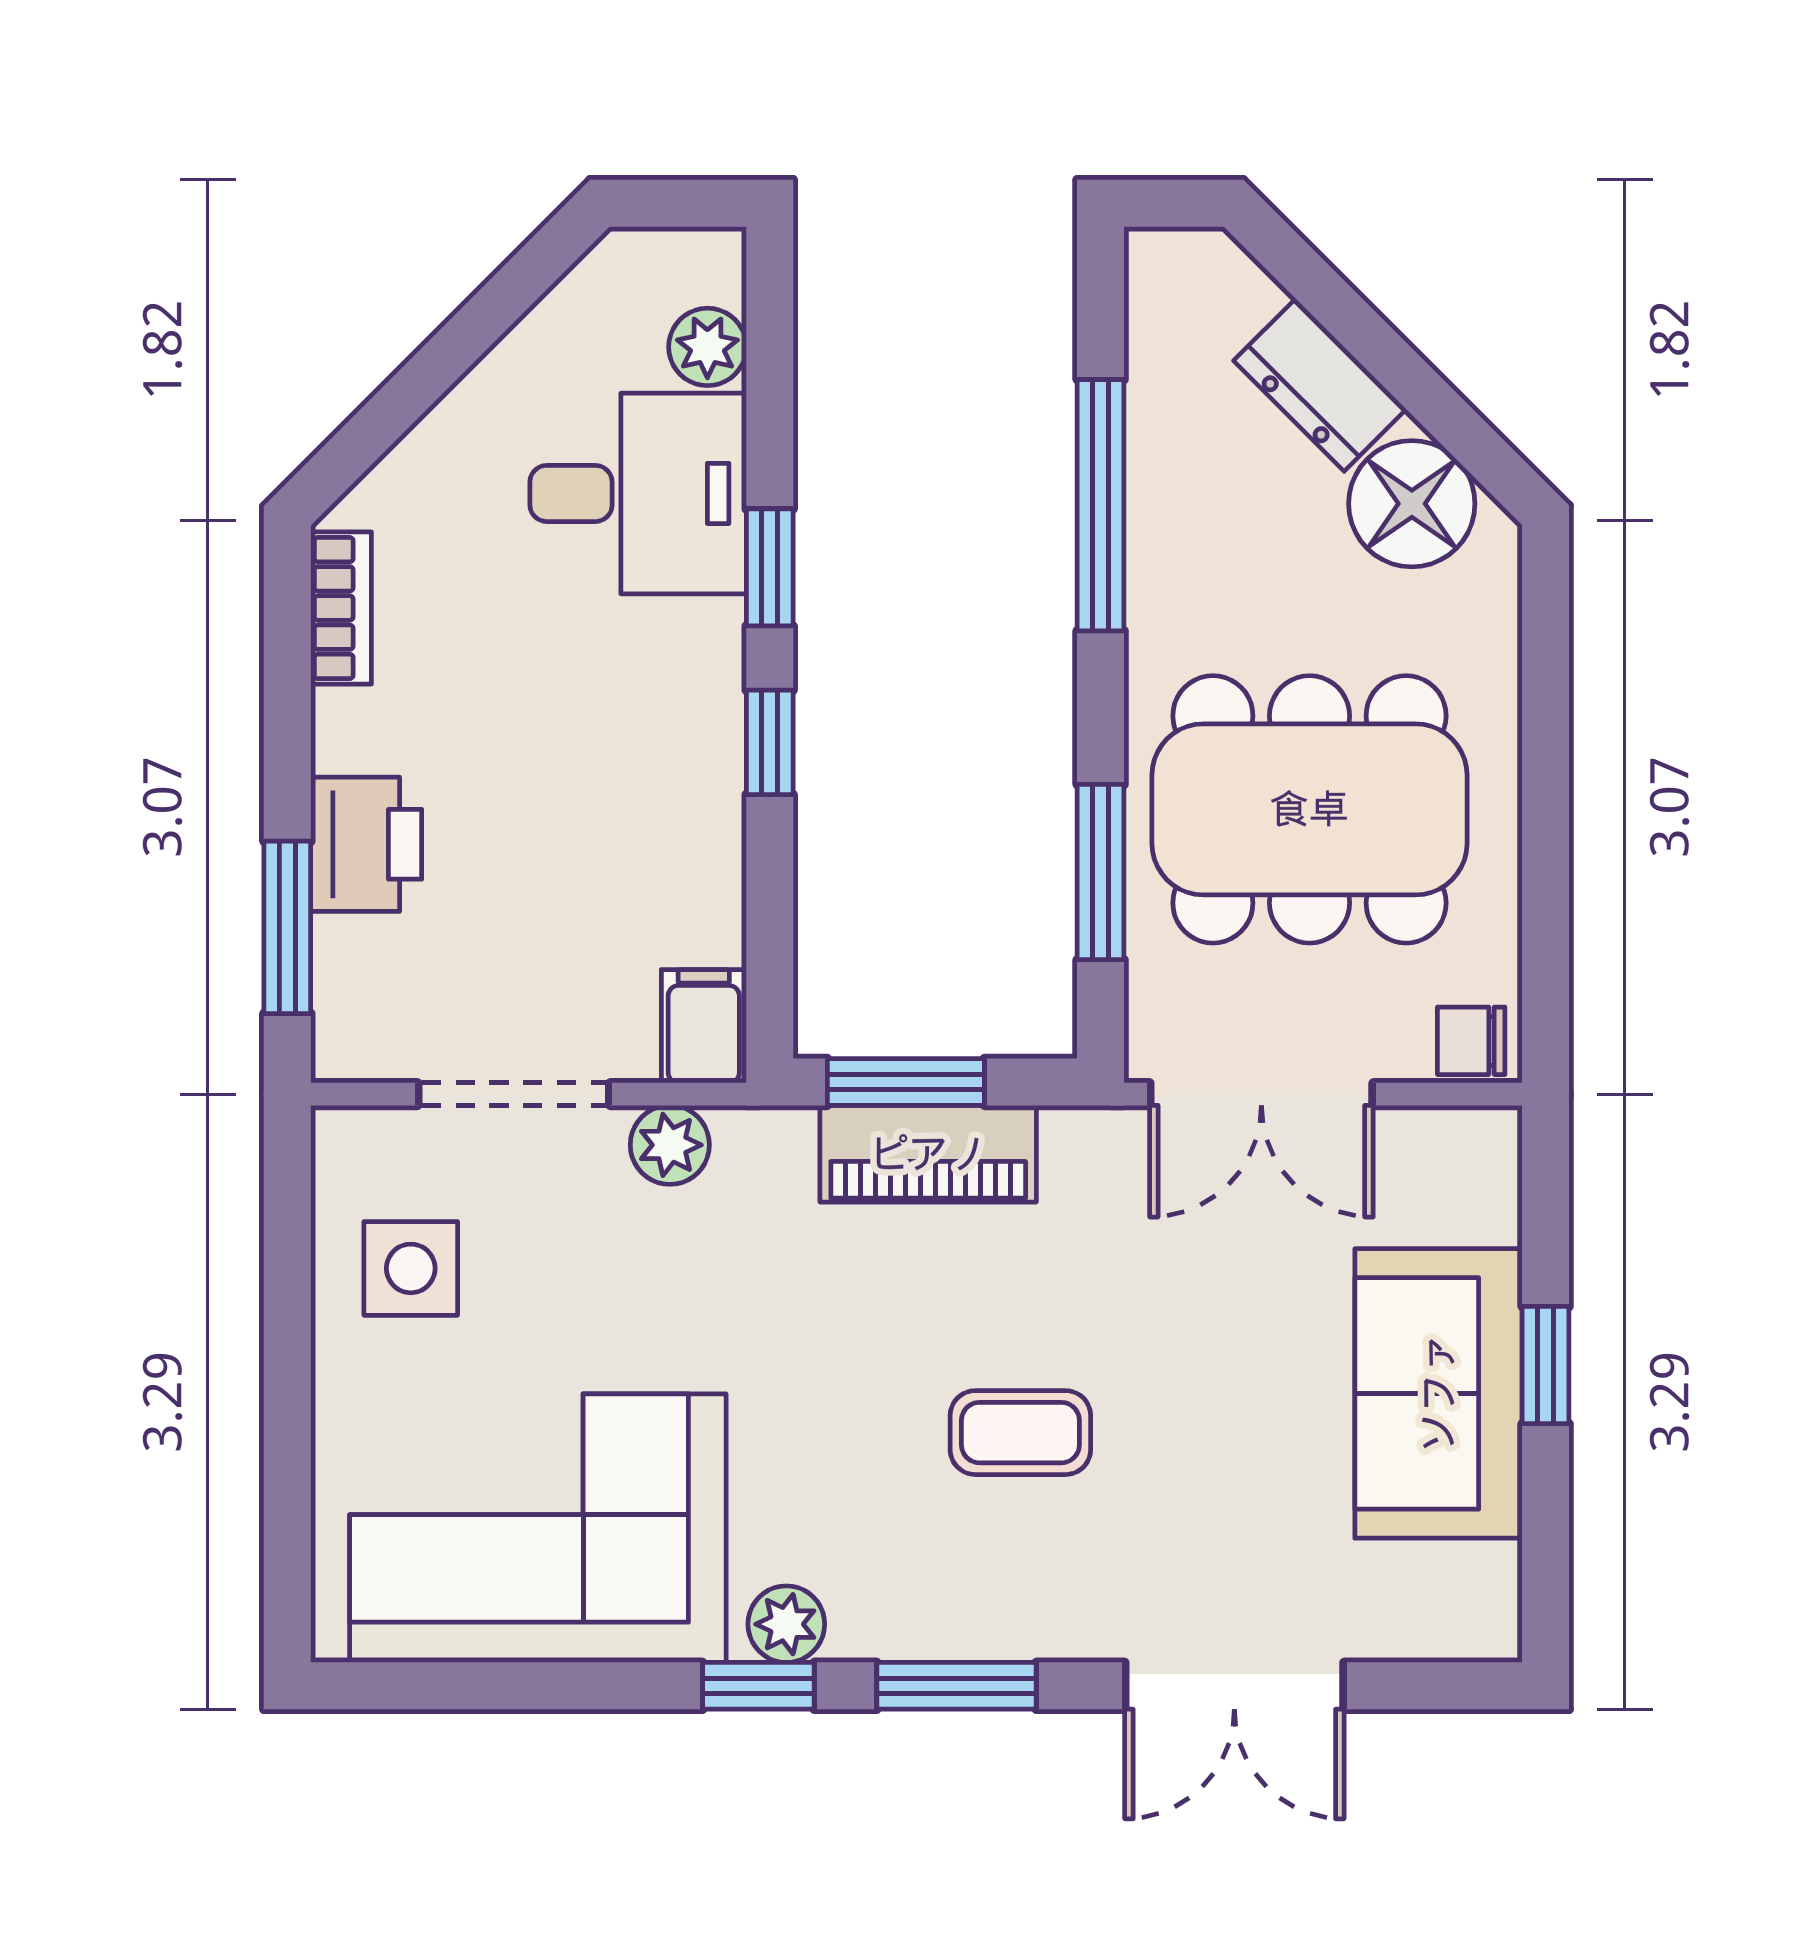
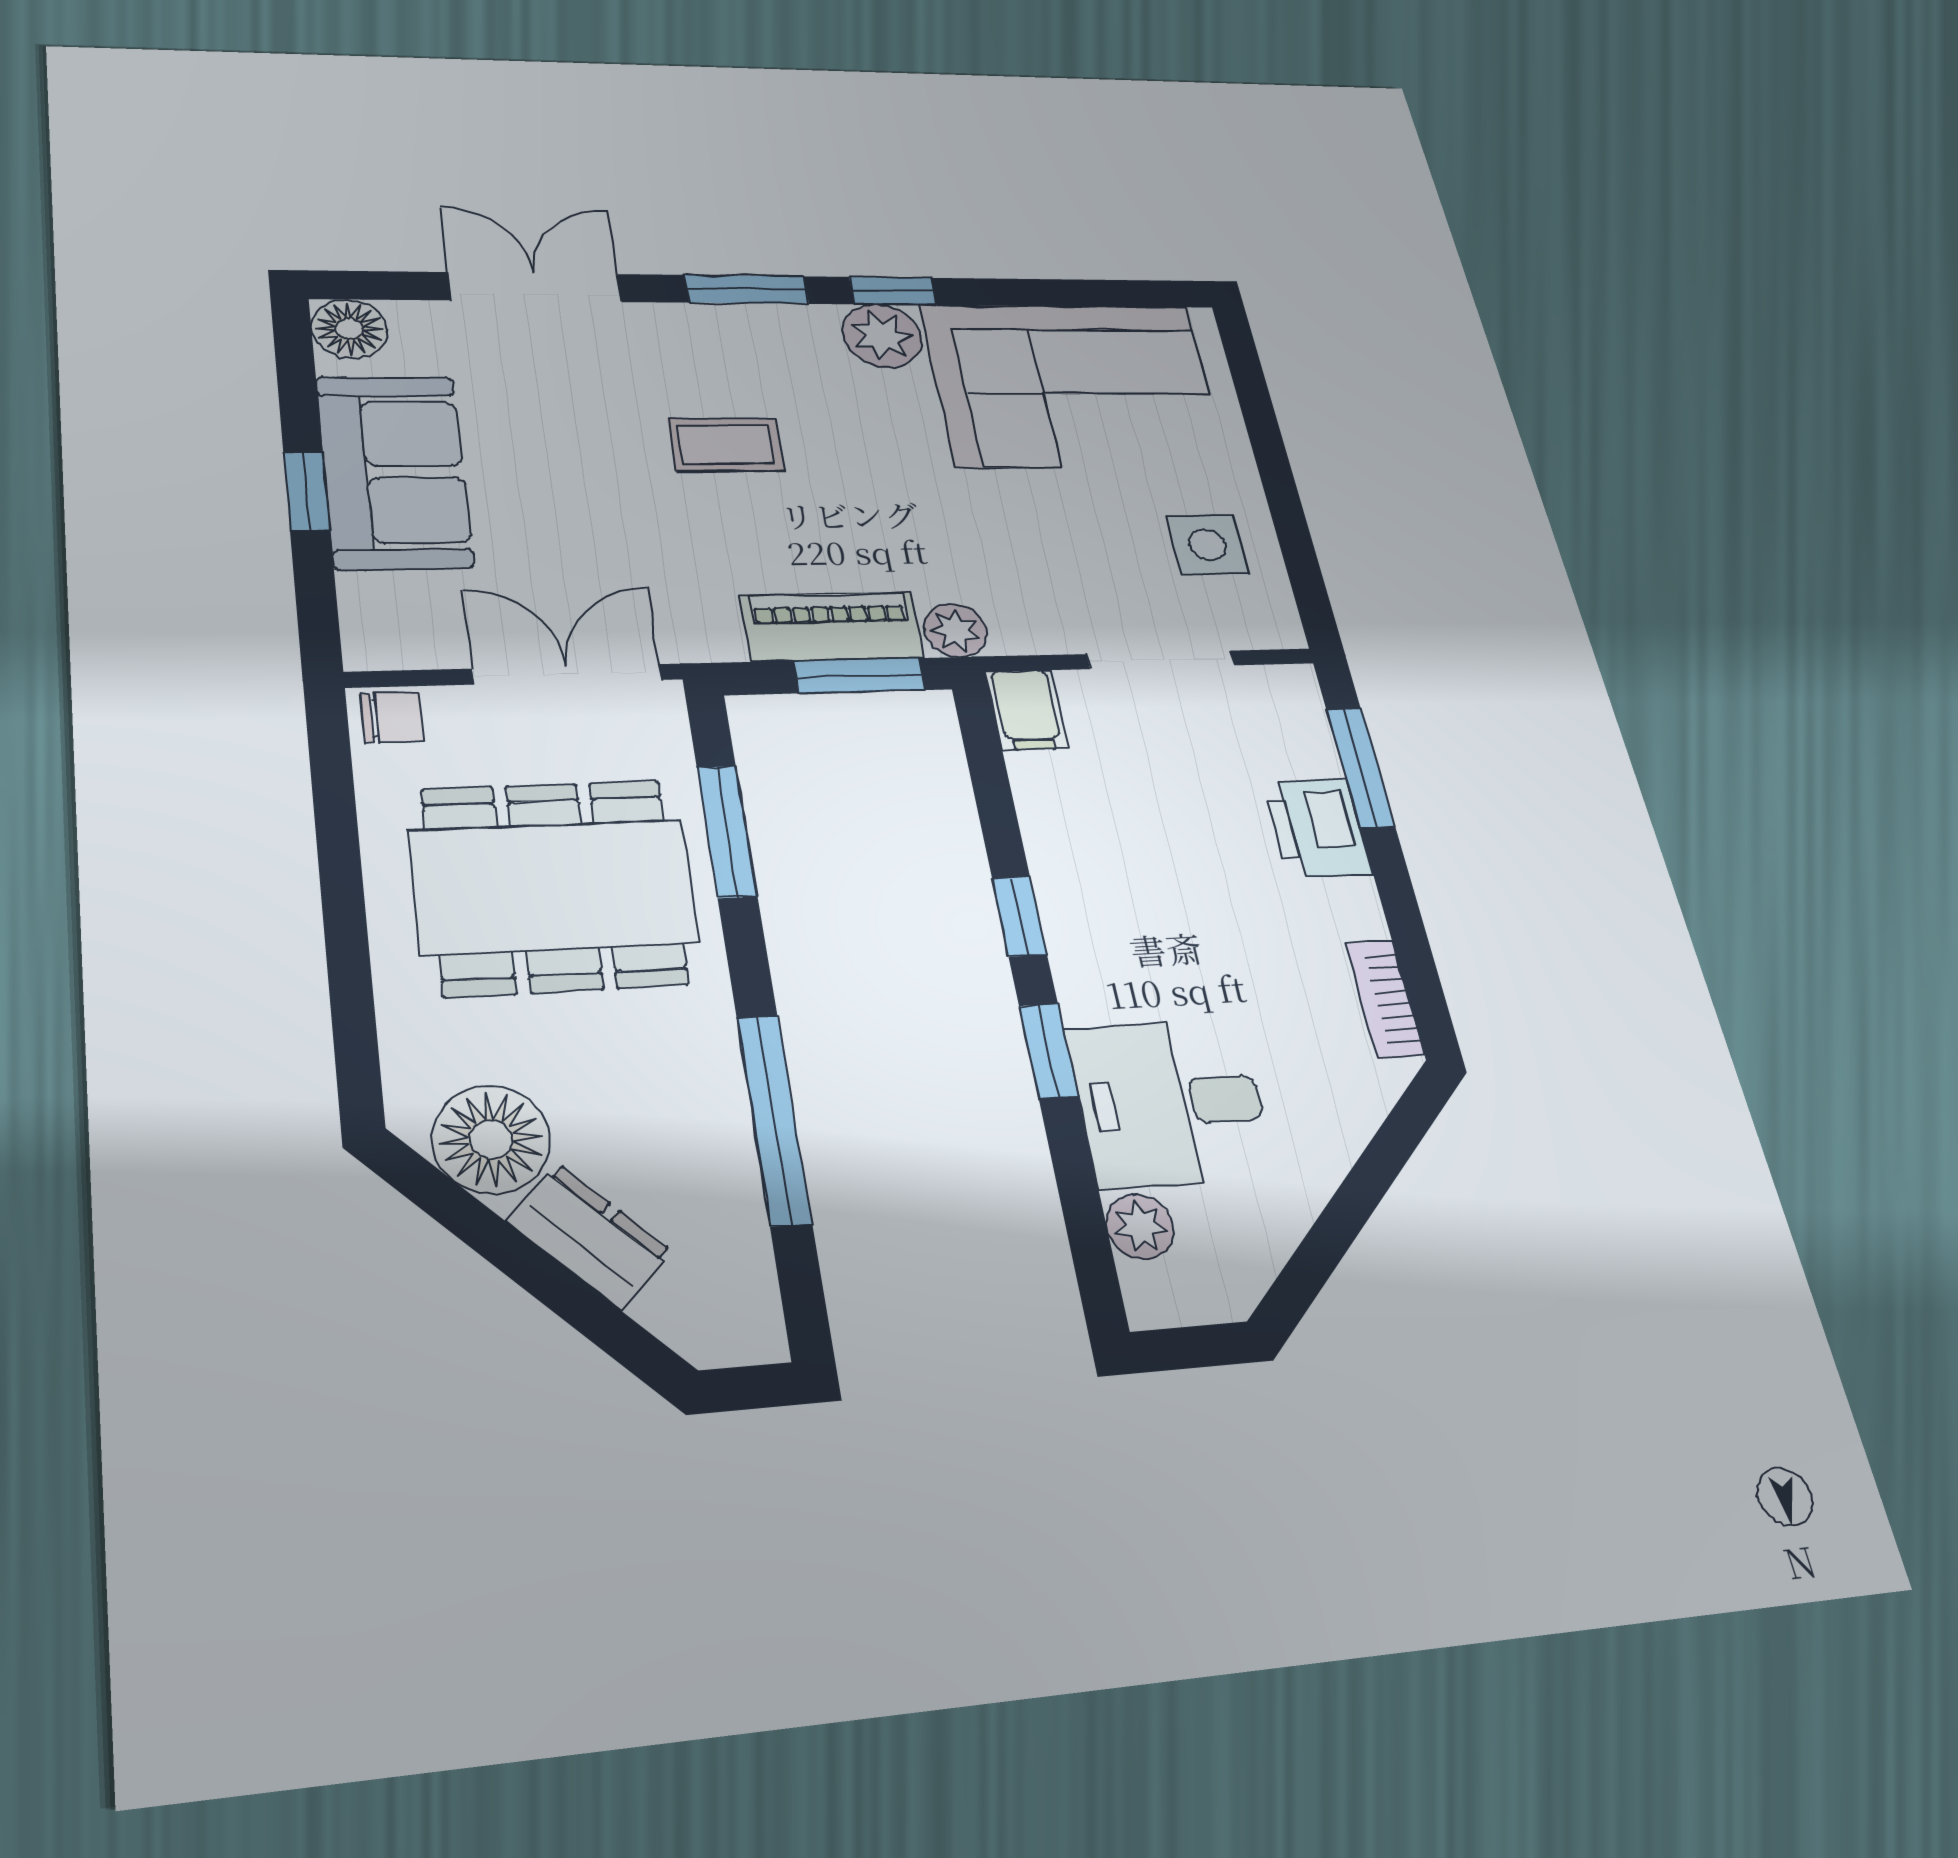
plant: (670, 1145) -> (955, 630), moved
floor lamp: (1475, 1616) -> (349, 329), added
plant: (786, 1624) -> (882, 336), width x1.38, depth x1.38

